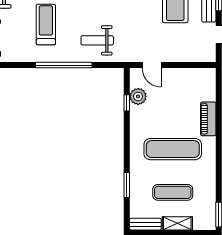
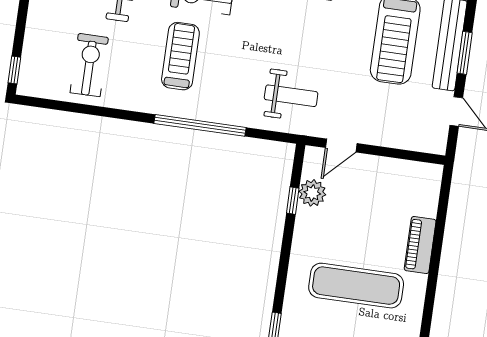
weight bench: (97, 40) -> (291, 96), moved, turned 180
door: (152, 65) -> (341, 146), hinge flipped

